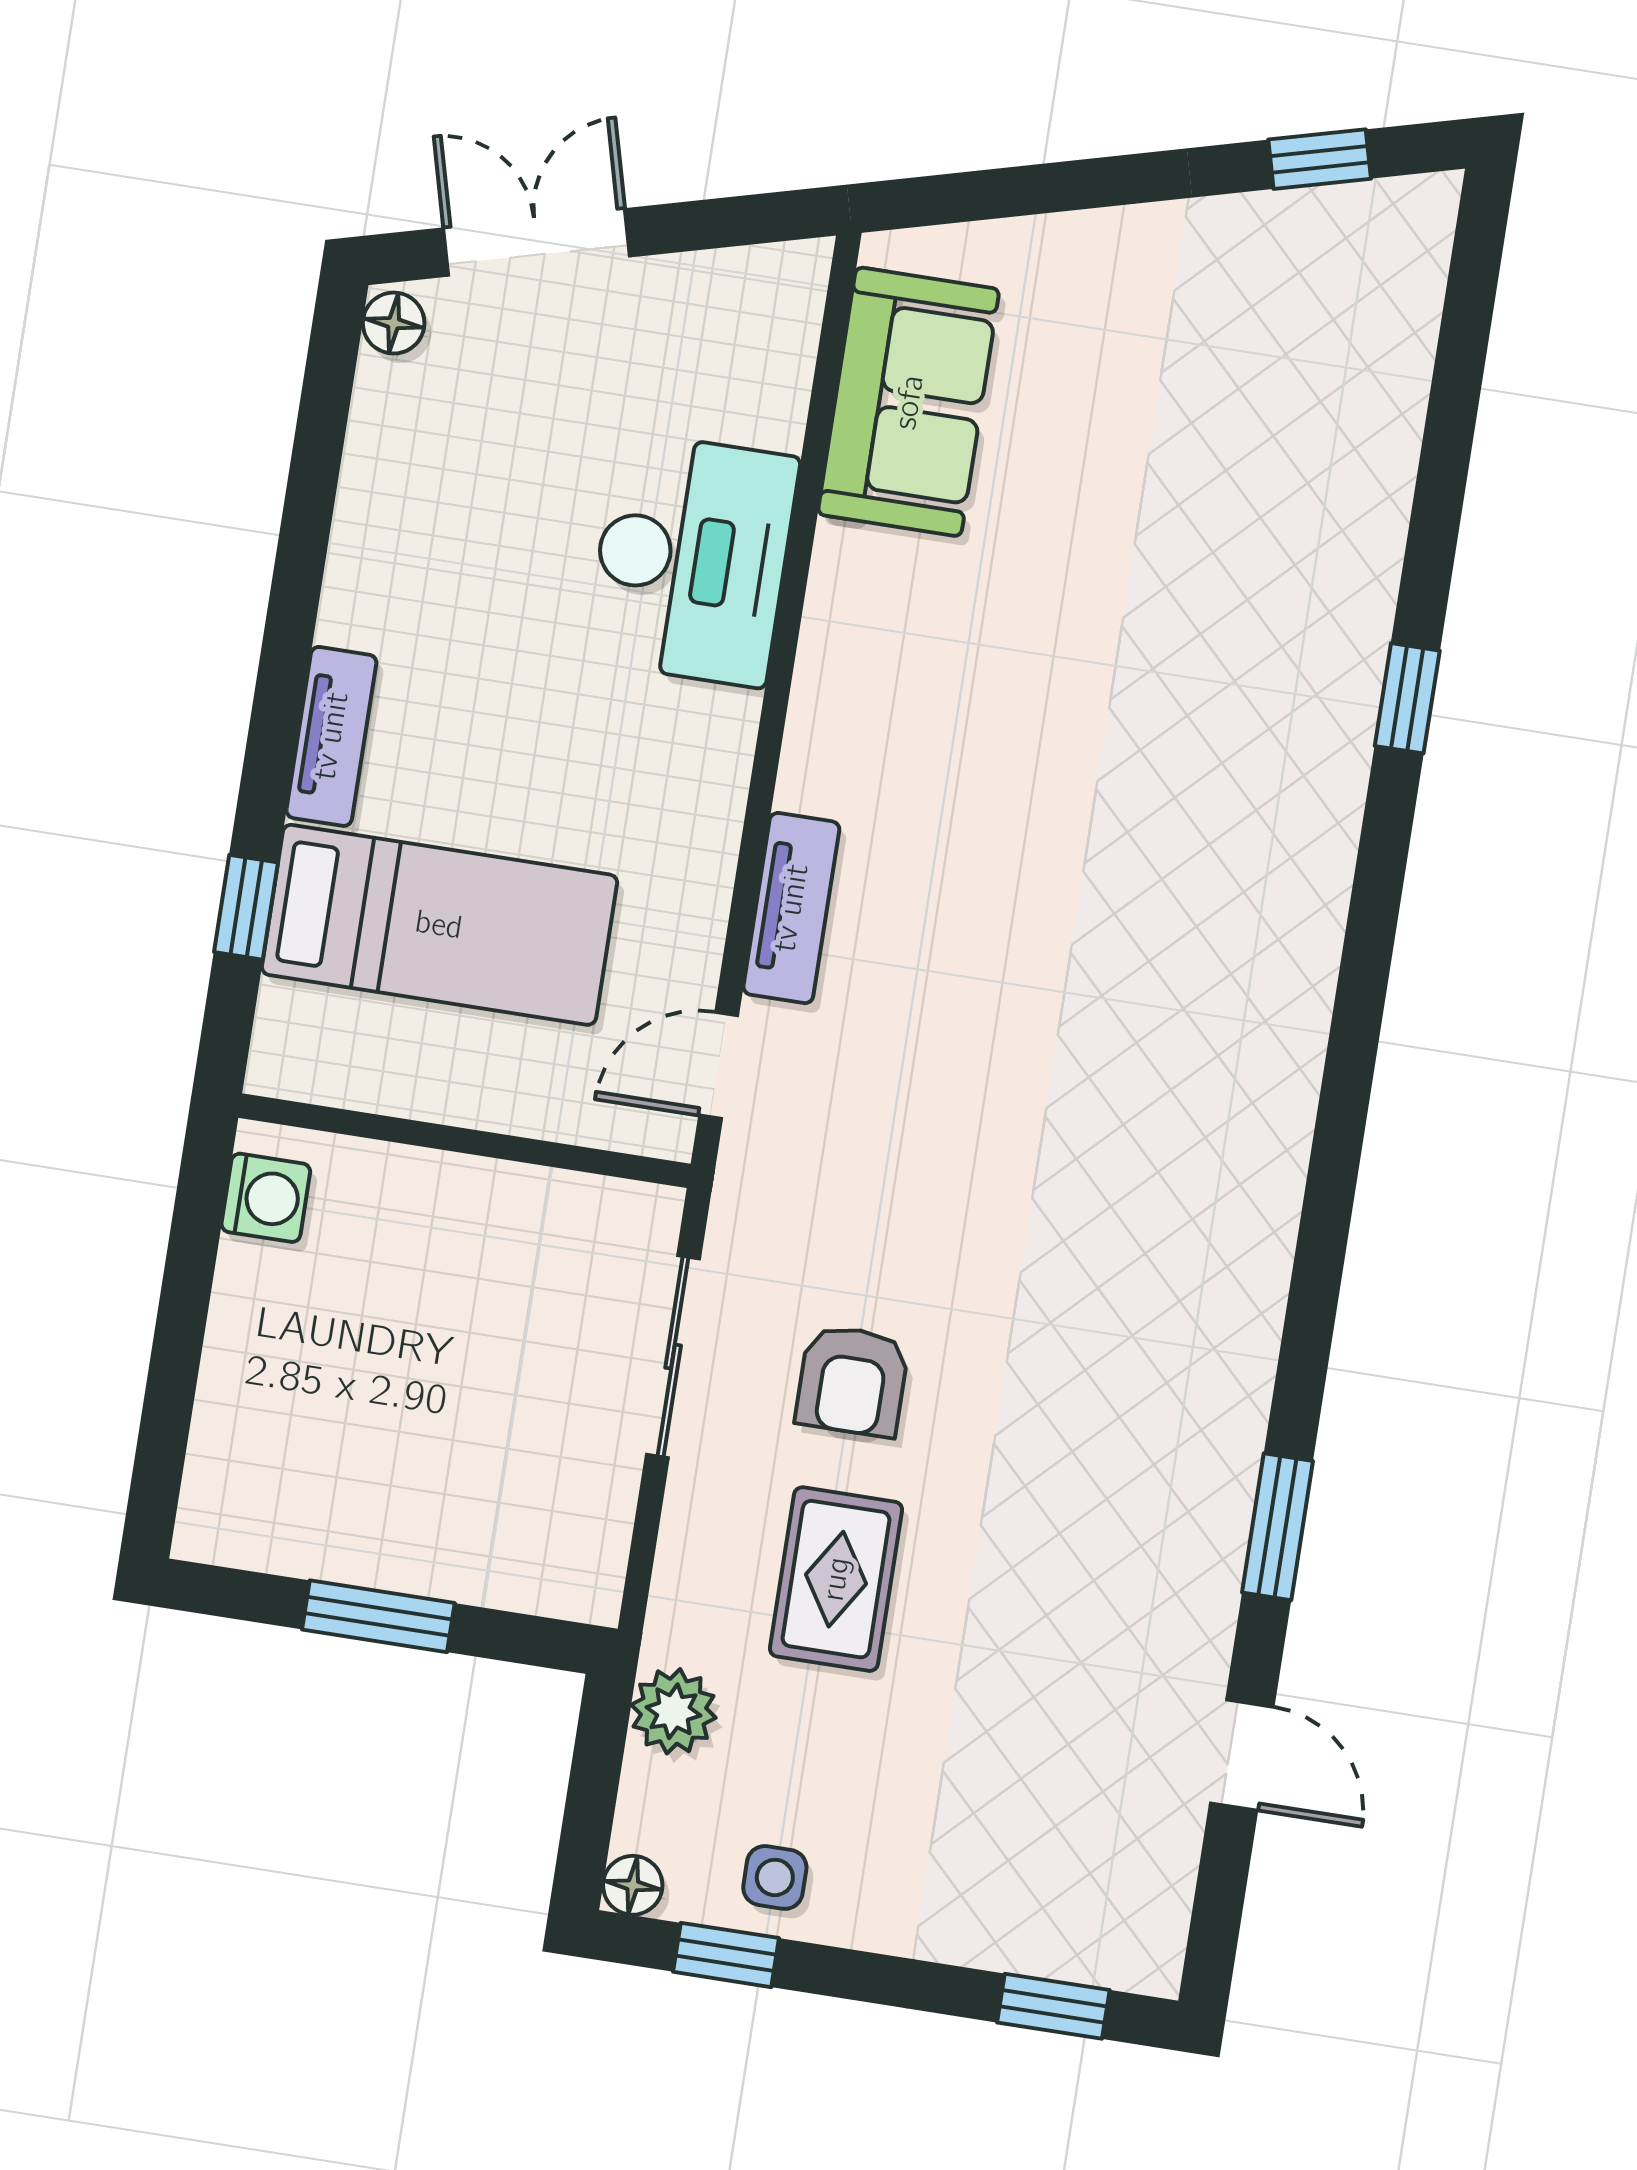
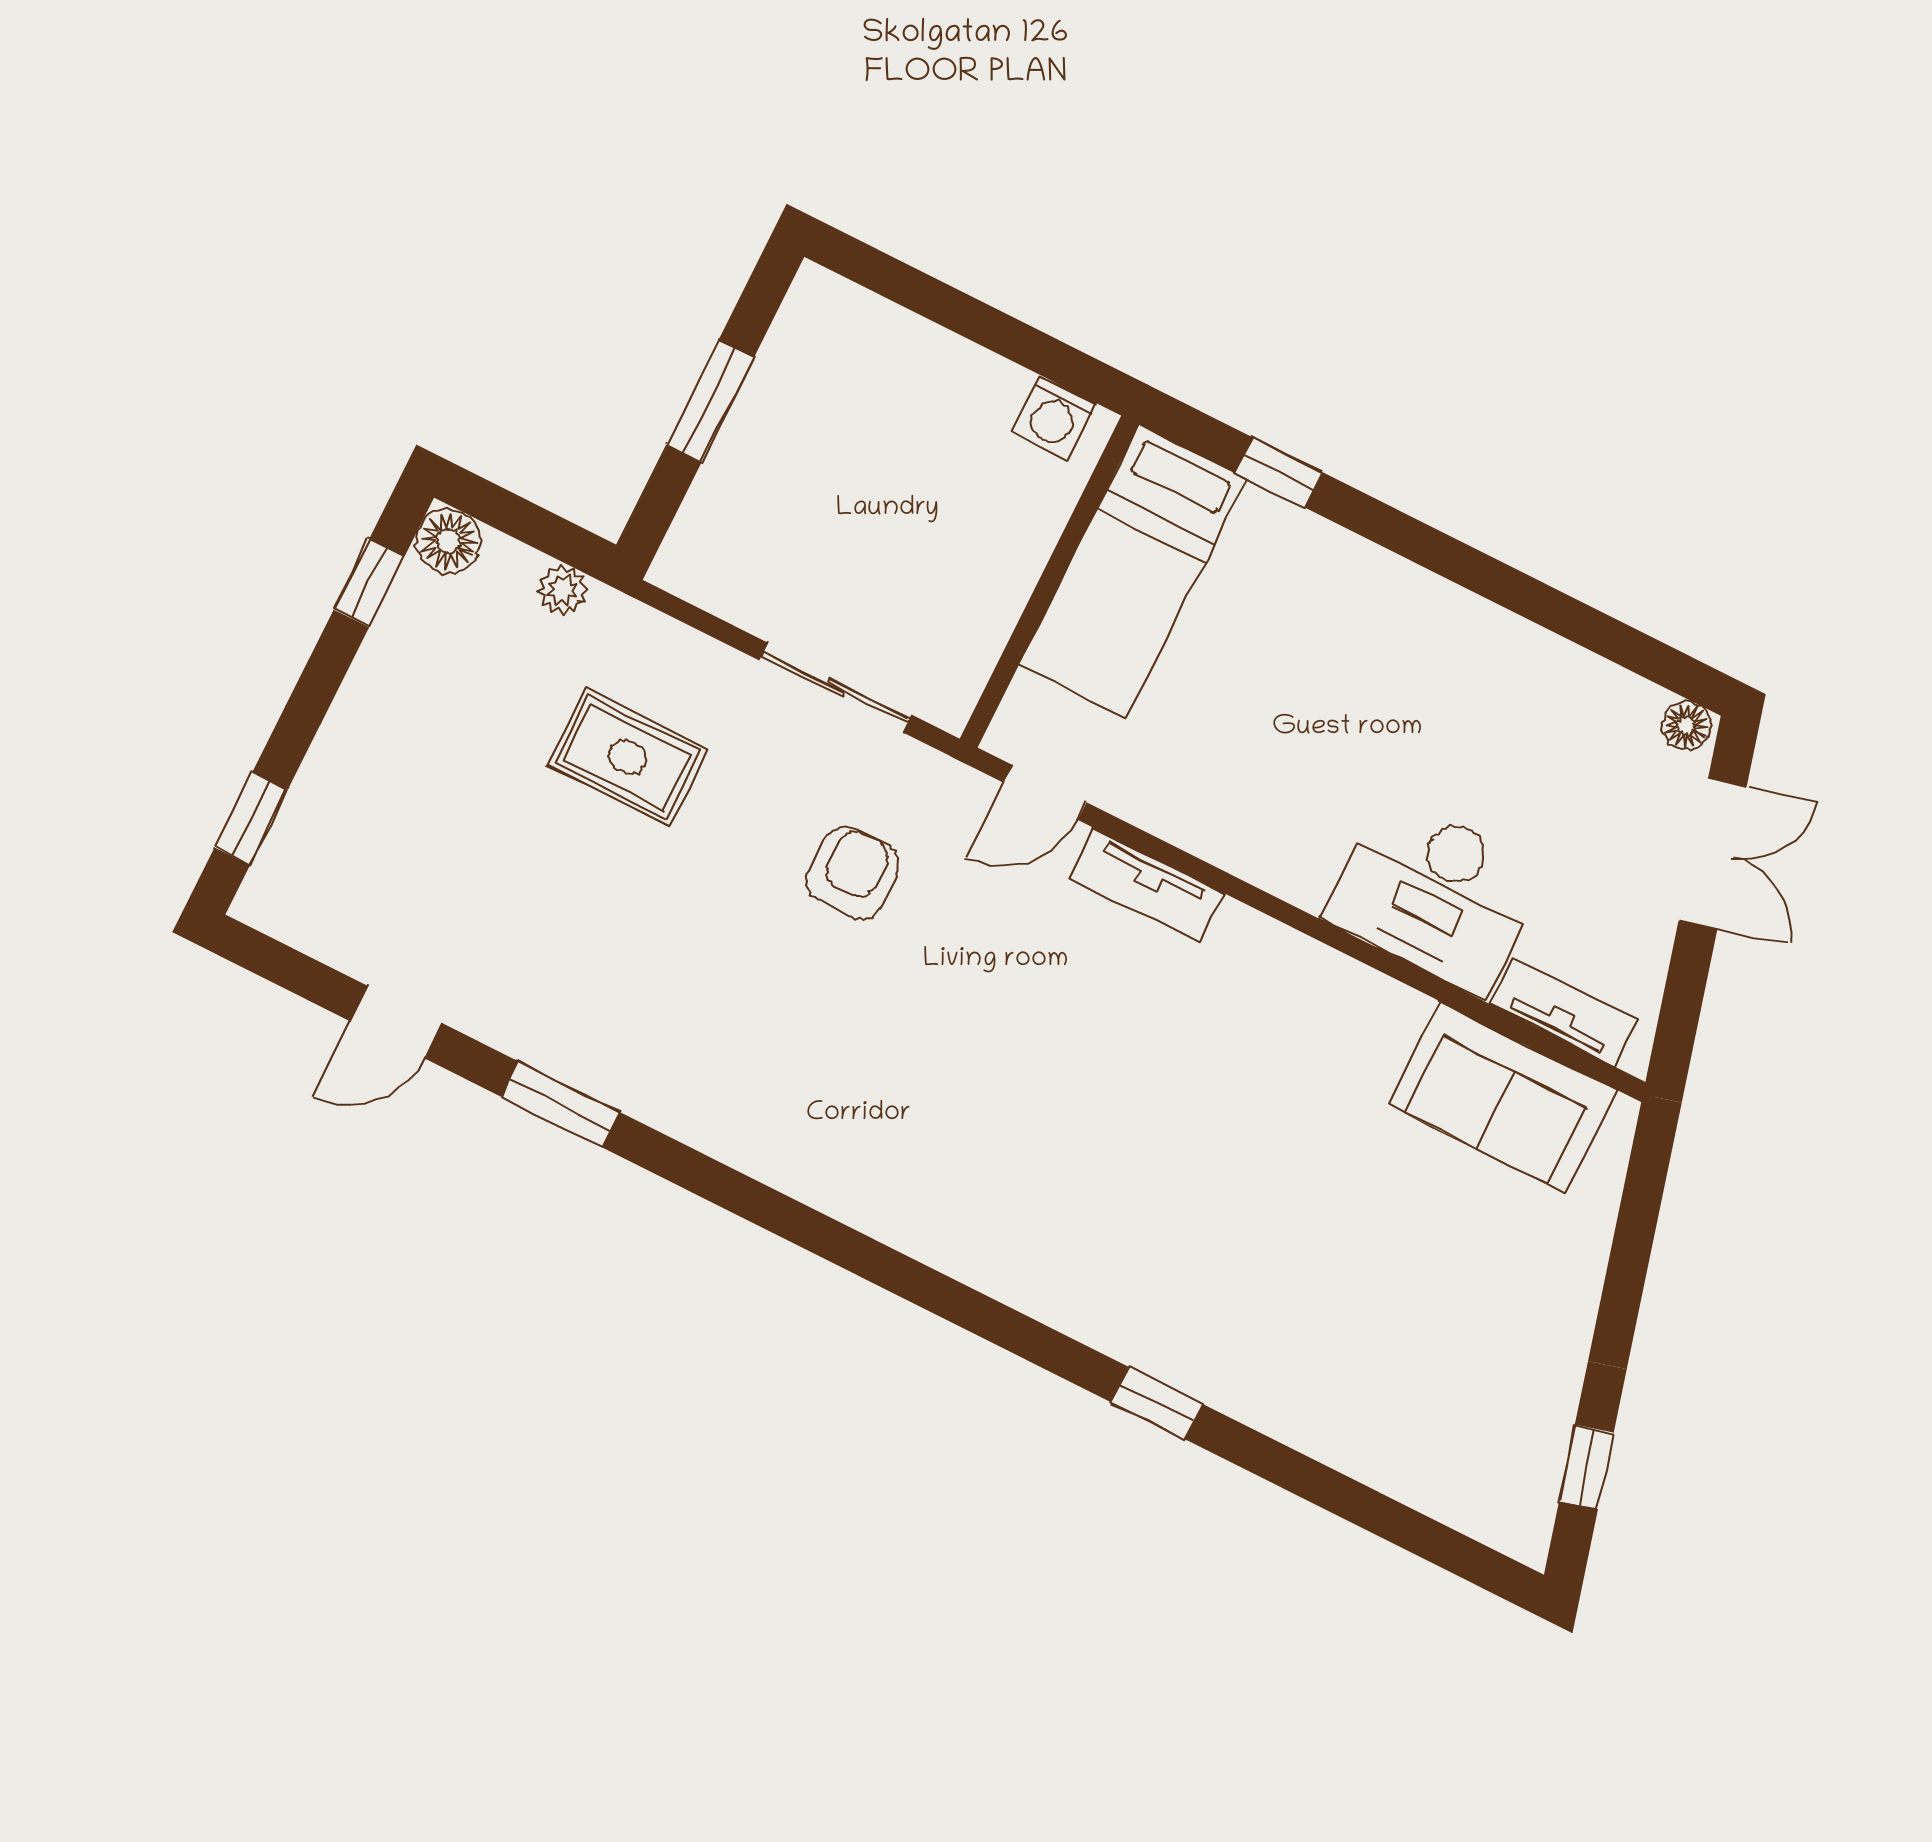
tv unit: (331, 736) -> (1564, 1012), moved, turned 180
bed: (439, 925) -> (1133, 572), moved
door: (719, 1066) -> (1045, 792), swing flipped
armchair: (852, 1381) -> (853, 873), moved, turned 90
plant: (673, 1711) -> (562, 590), width x0.73, depth x0.73
side table: (775, 1877) -> (416, 639), removed
floor lamp: (633, 1885) -> (448, 541), width x1.37, depth x1.37

